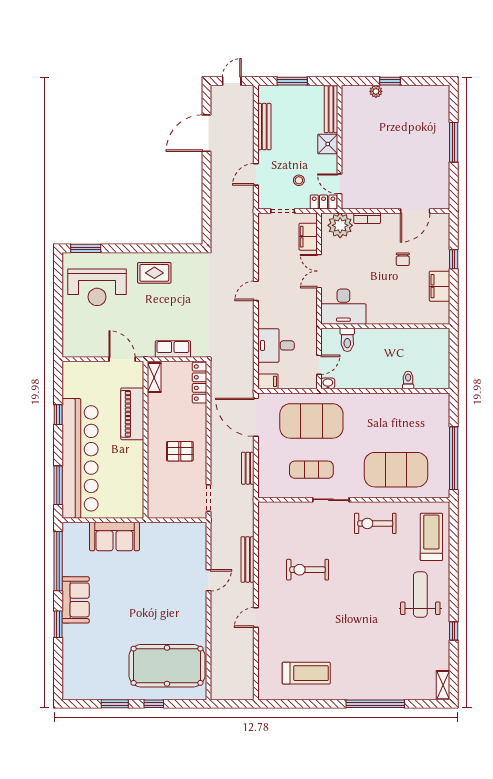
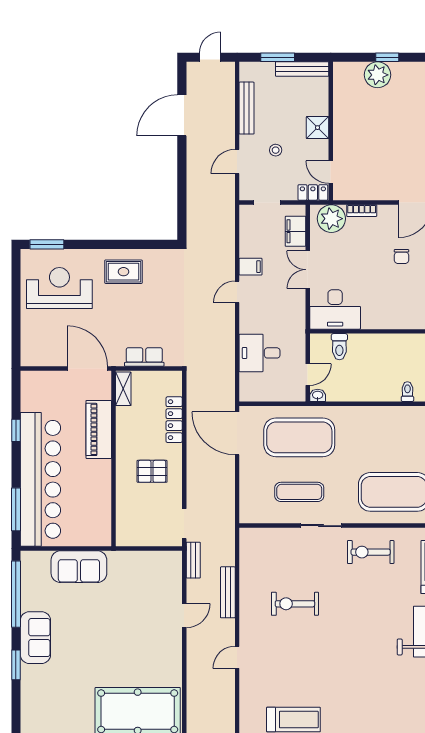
plant: (376, 91) -> (378, 75), width x1.87, depth x1.87
bench: (331, 109) -> (302, 69), moved, turned 90
stool: (299, 180) -> (276, 150), moved
reception desk: (97, 287) -> (59, 288), turned 180
door: (122, 359) -> (87, 368), width x1.36
filing cabinet: (268, 381) -> (251, 267), moved
locker: (200, 383) -> (174, 420), moved
bench: (248, 468) -> (193, 560), moved

